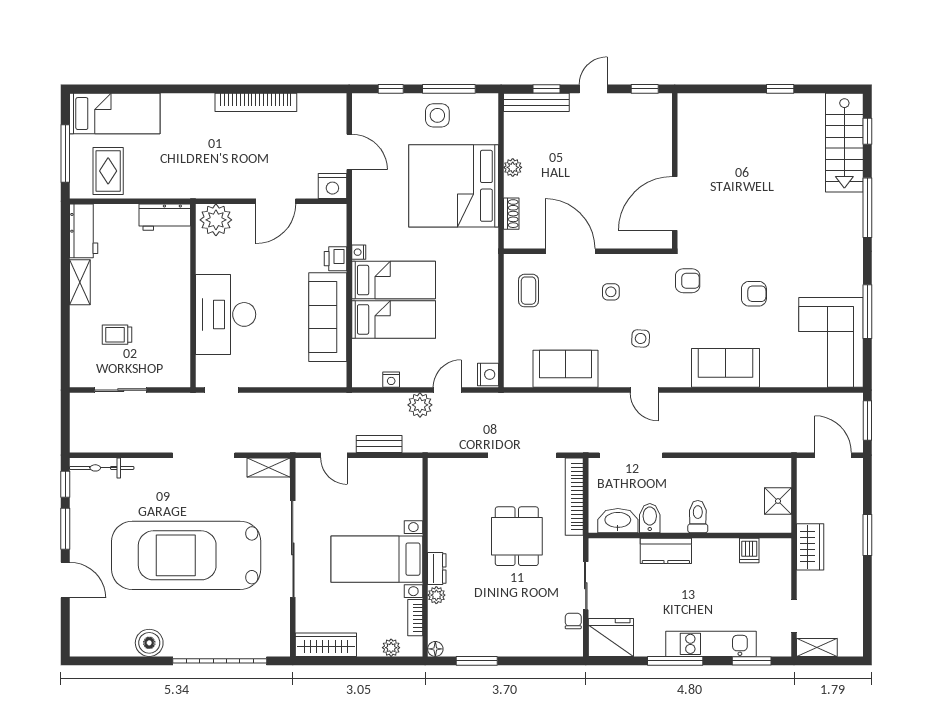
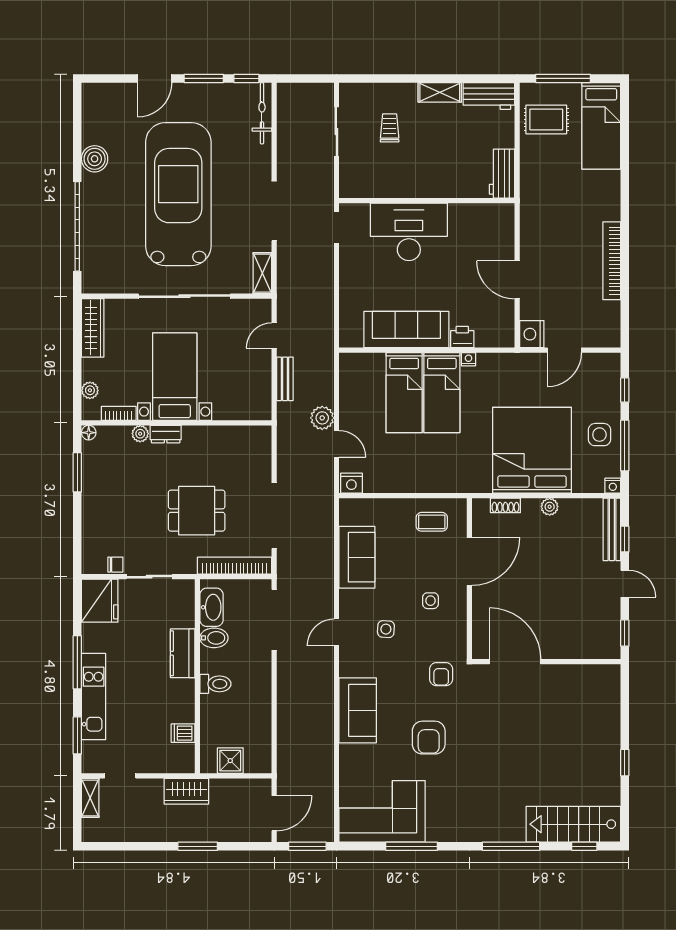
plant: (216, 220) -> (499, 223), removed
armchair: (754, 294) -> (429, 738), width x1.38, depth x1.38
nightstand: (391, 380) -> (613, 486), moved, turned -90

